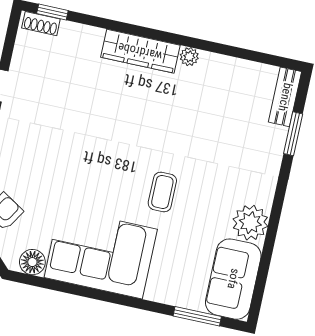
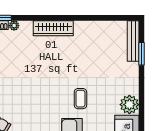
plant: (189, 57) -> (14, 26), moved
bench: (285, 97) -> (133, 41), width x1.36

